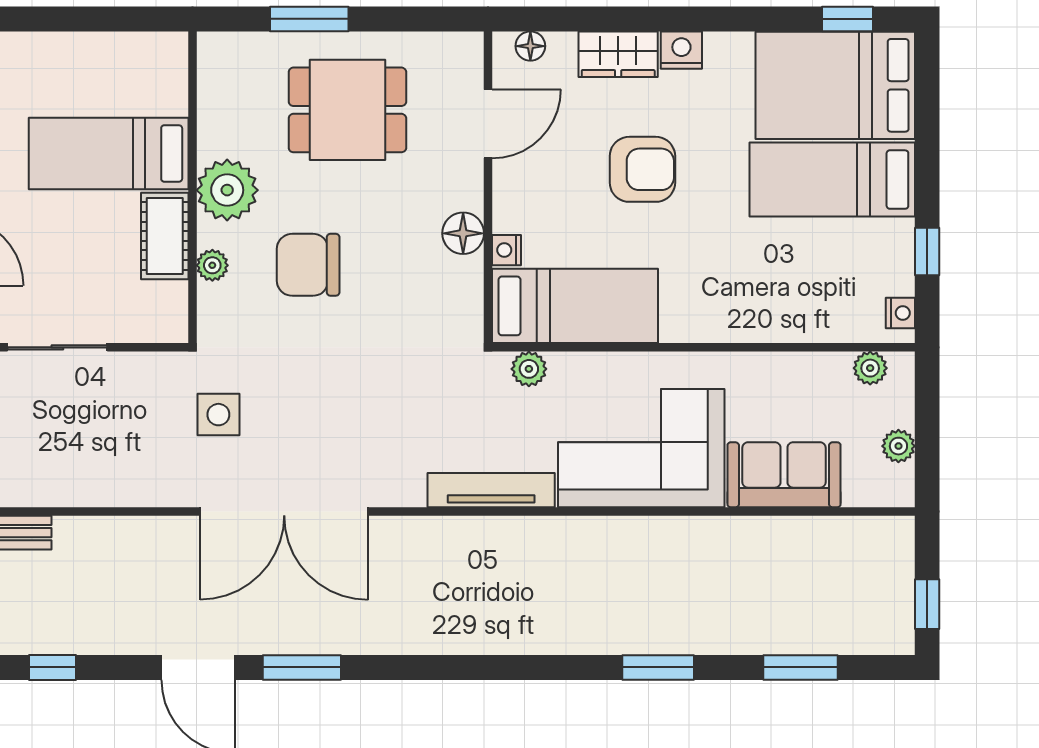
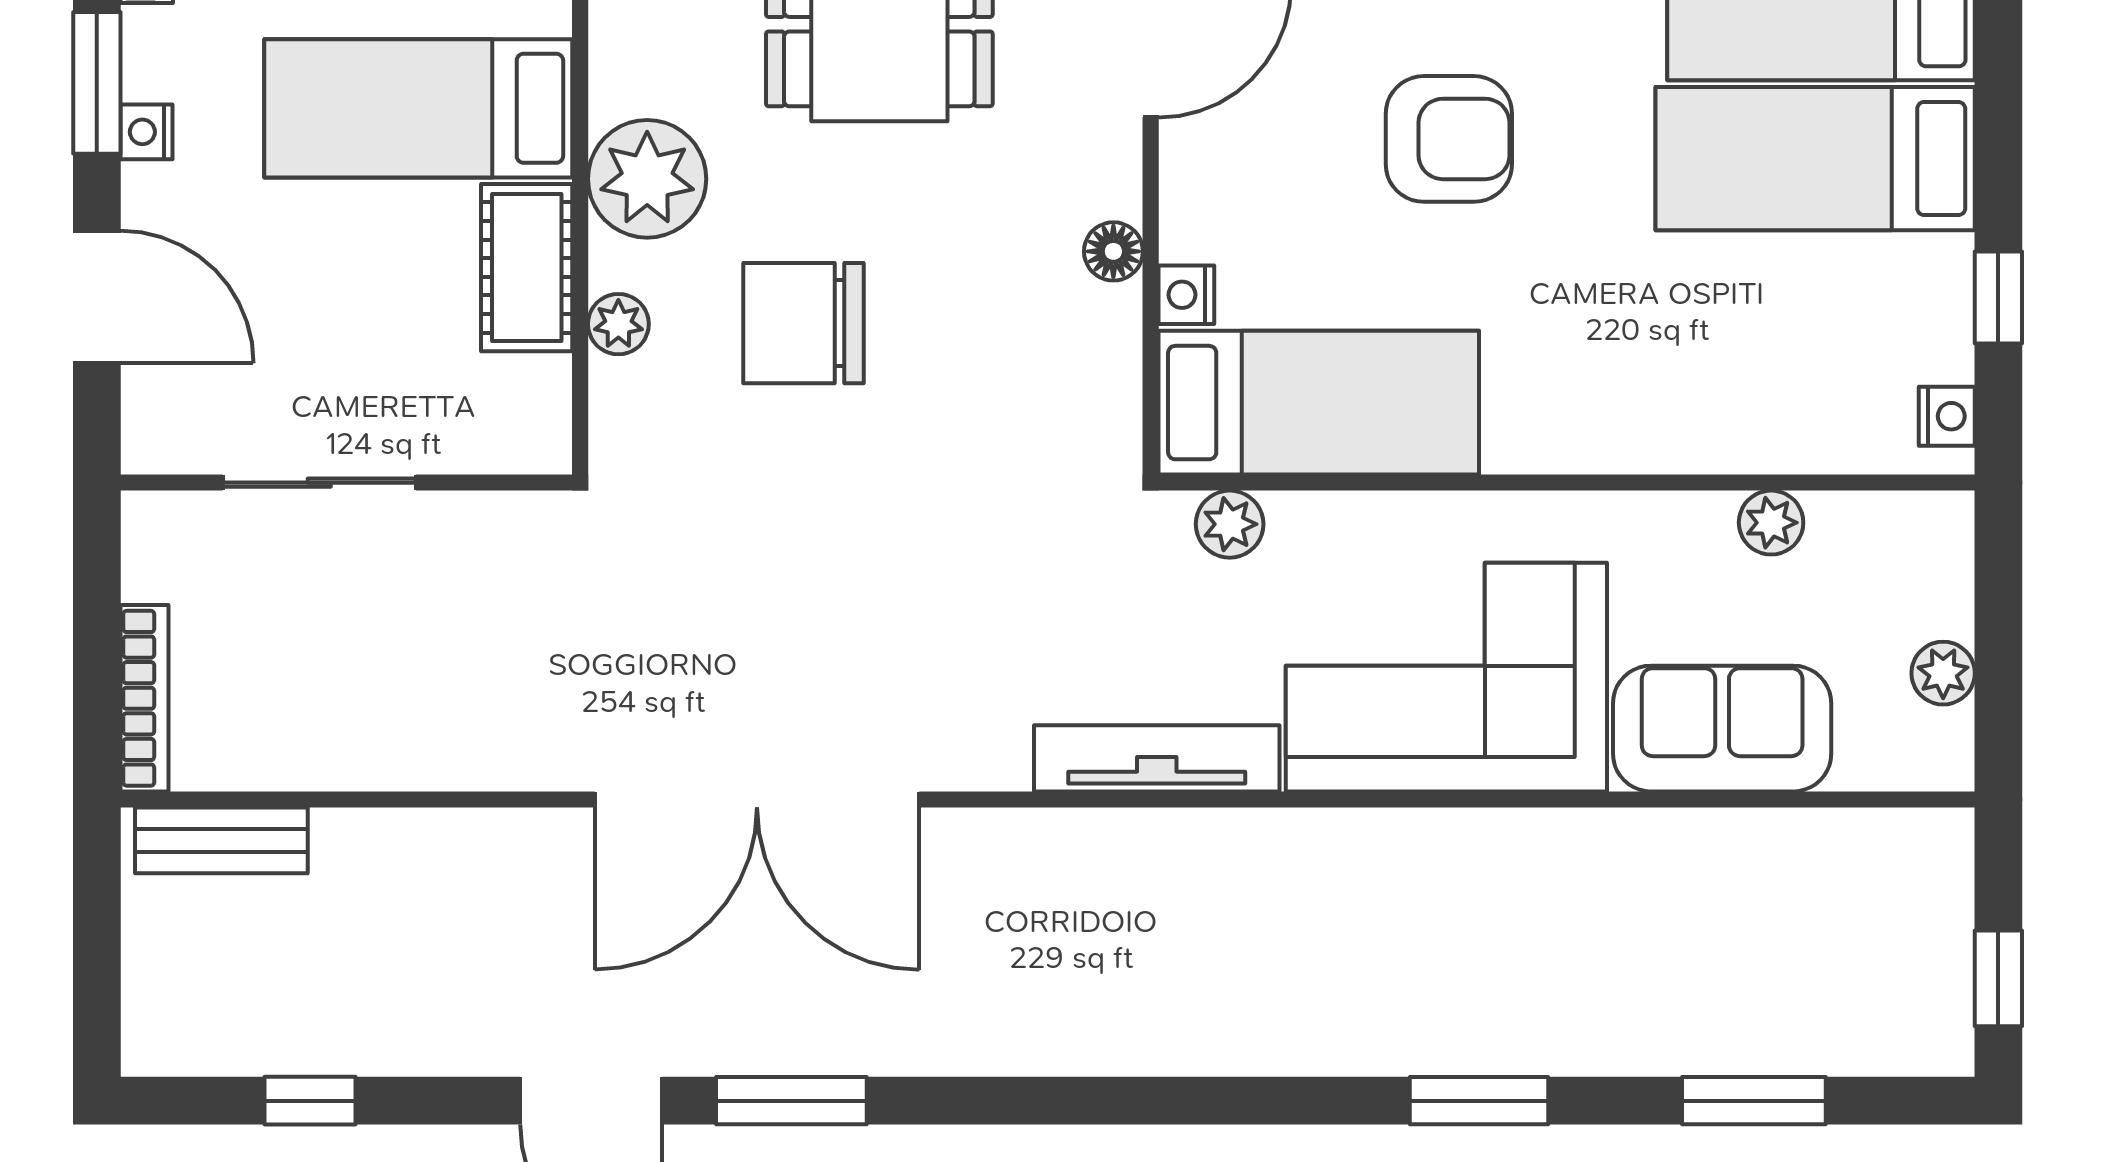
floor lamp: (463, 233) -> (1113, 251), width x0.73, depth x0.73
plant: (870, 368) -> (1771, 523), moved
side table: (218, 415) -> (630, 612), removed

